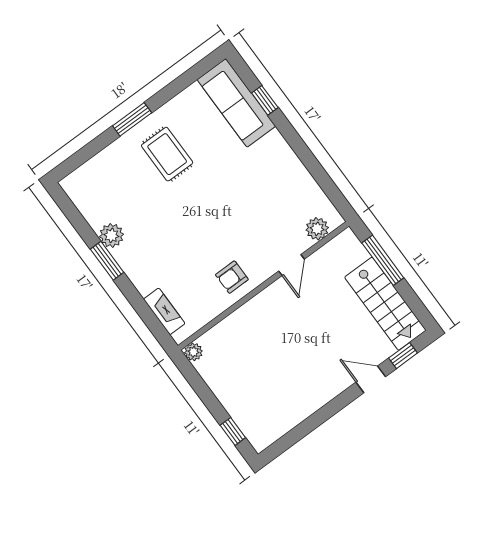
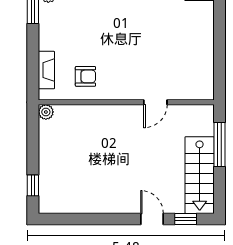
plant: (317, 229) -> (191, 90), removed
armchair: (232, 277) -> (85, 76), moved, turned 180

